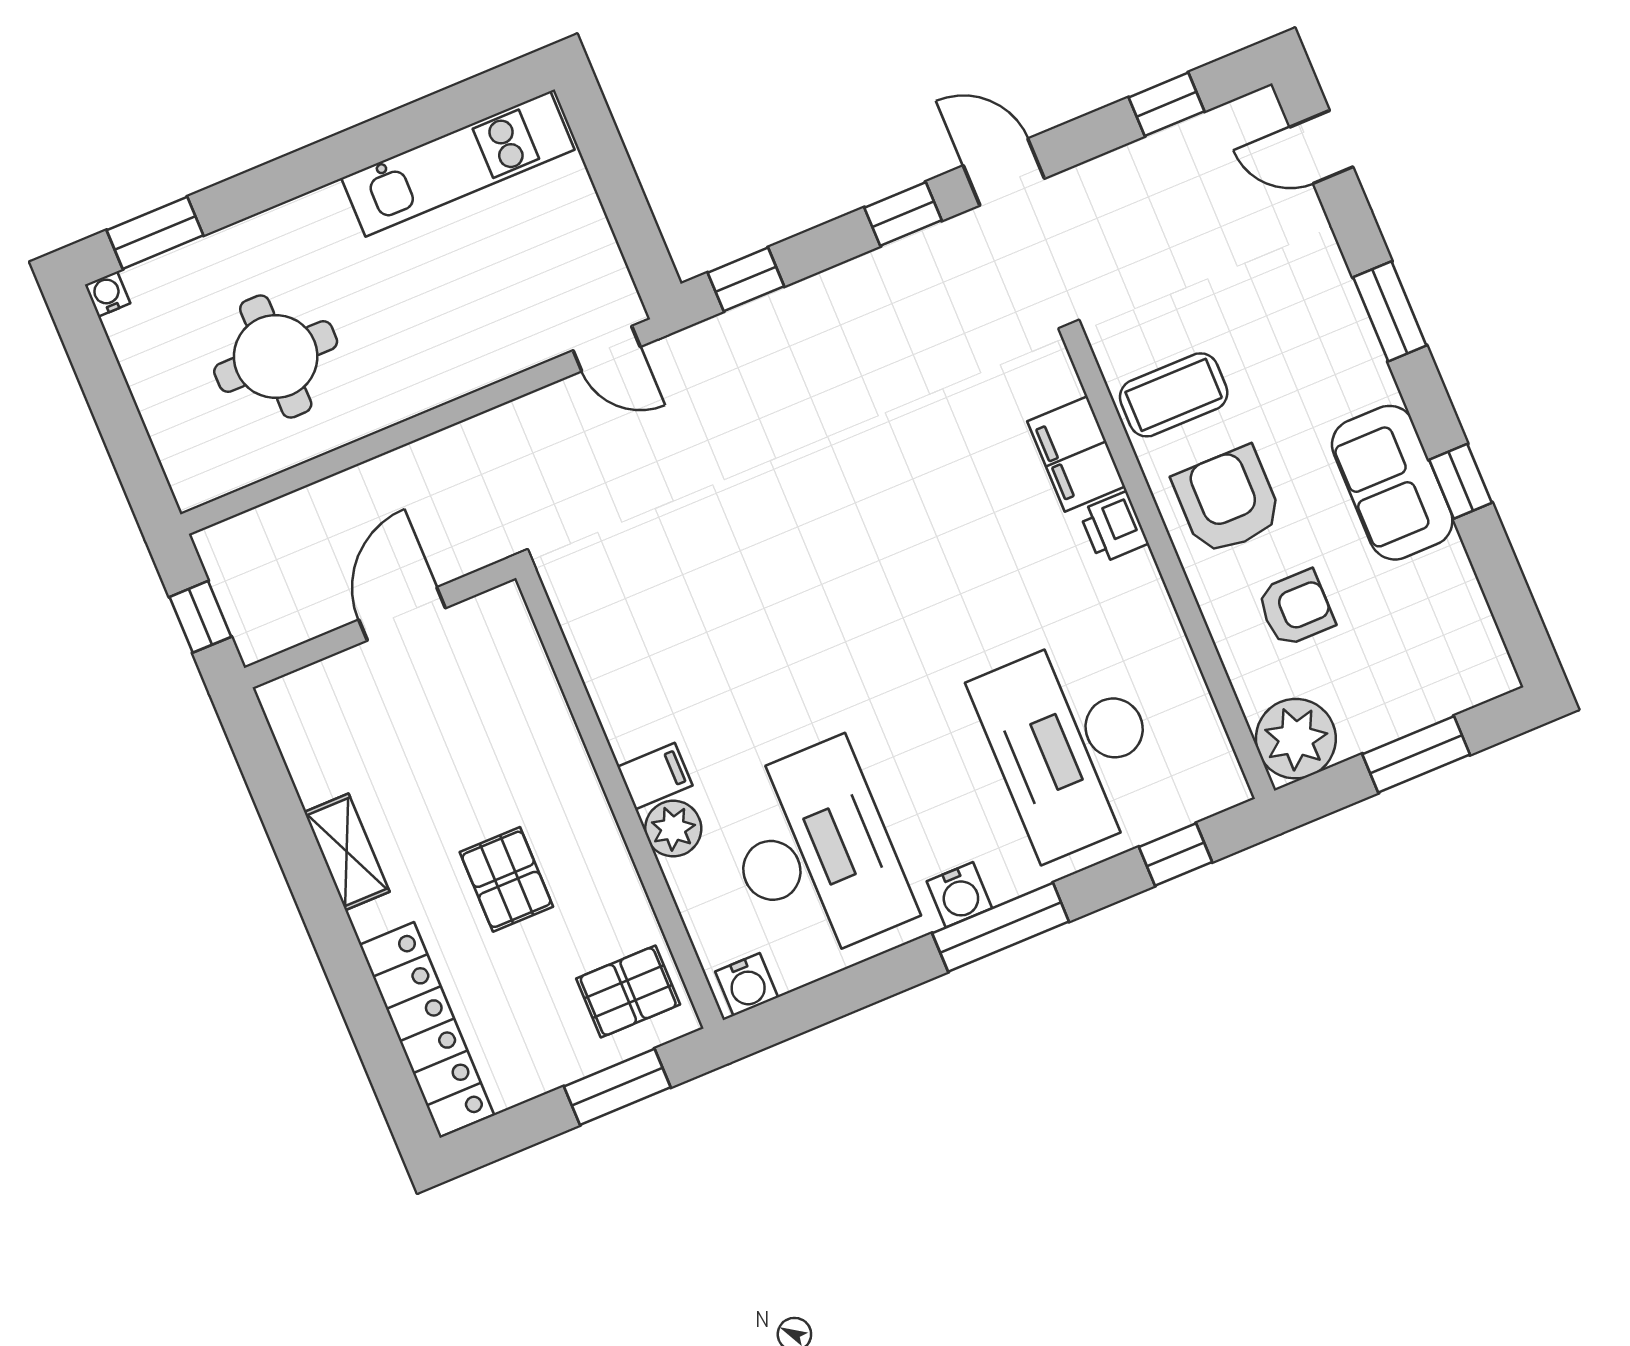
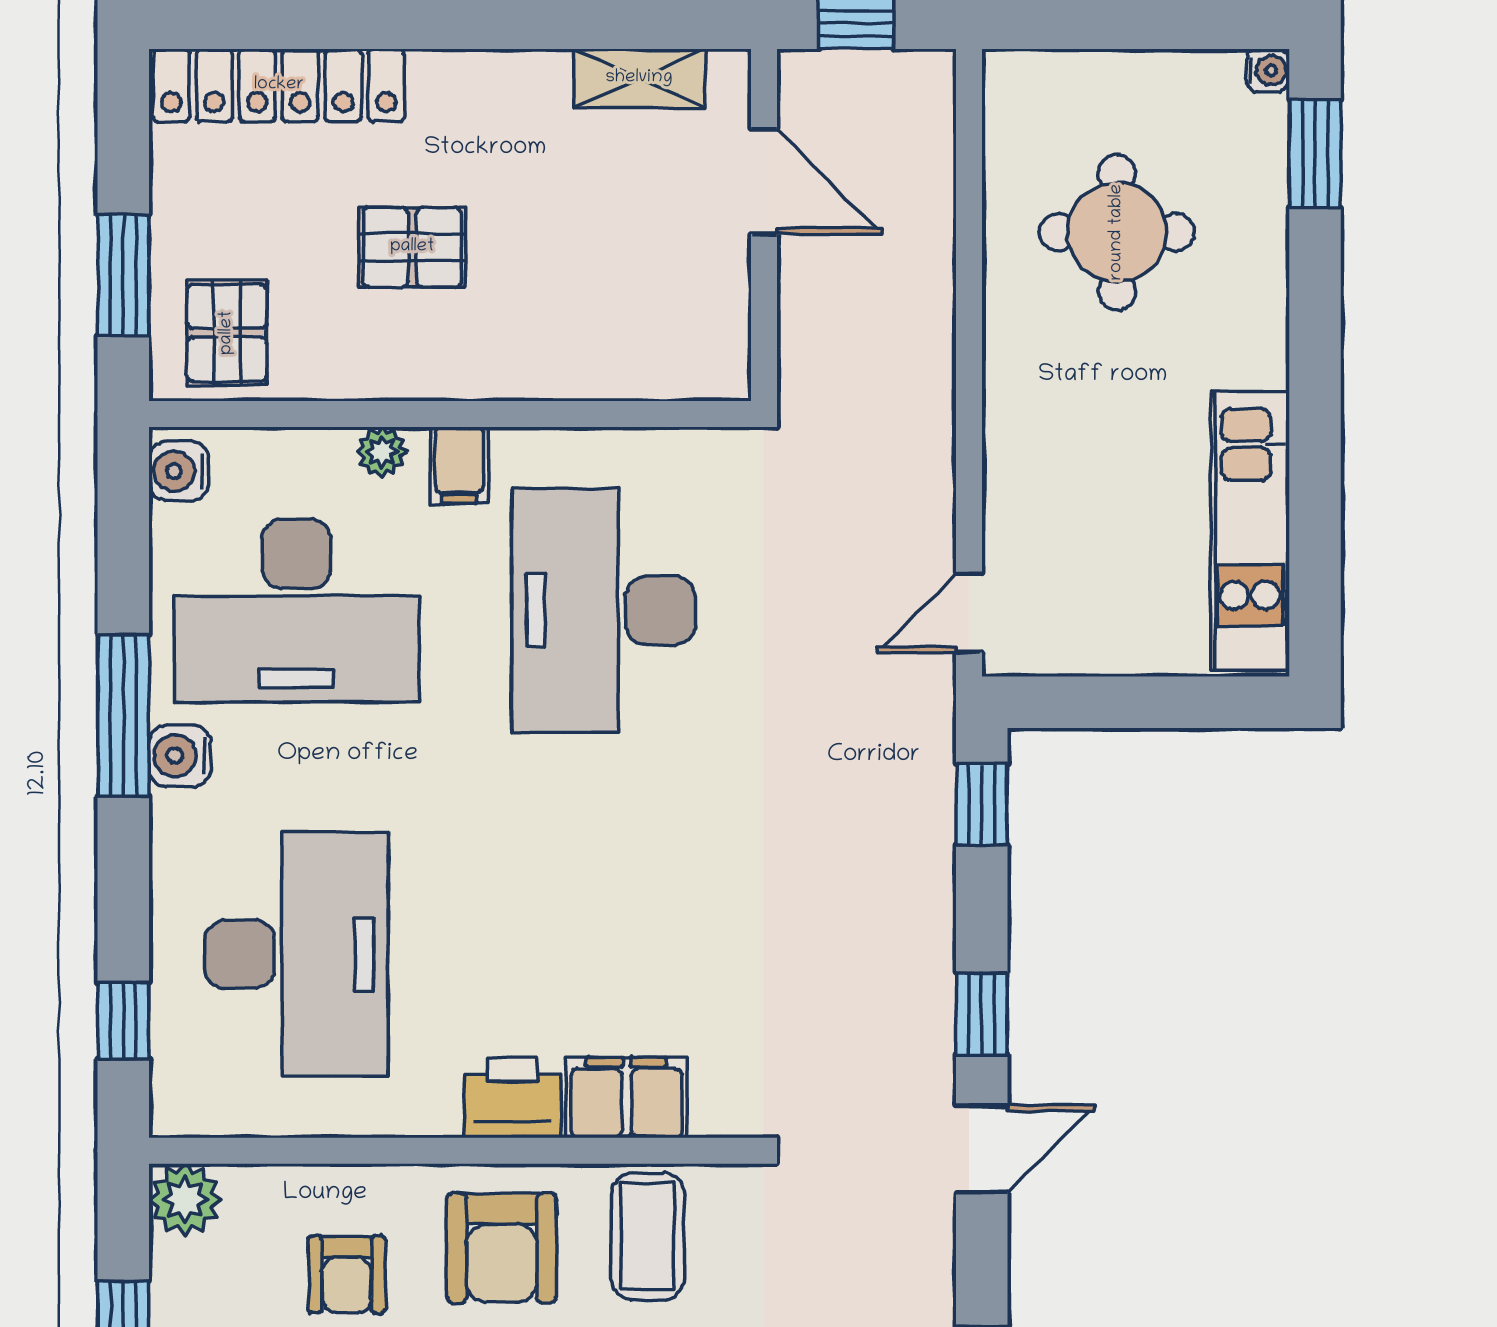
armchair: (1228, 501) -> (502, 1248), turned 90
printer: (1114, 527) -> (512, 1098), width x1.36, depth x1.24
door: (402, 614) -> (764, 181), moved
desk: (719, 623) -> (604, 611), added
plant: (1296, 739) -> (185, 1200), width x0.73, depth x0.73
desk: (1072, 746) -> (297, 954), turned 90
plant: (673, 829) -> (382, 452), width x0.73, depth x0.73
shelving: (347, 852) -> (639, 78), moved
window: (1001, 927) -> (123, 715), moved

